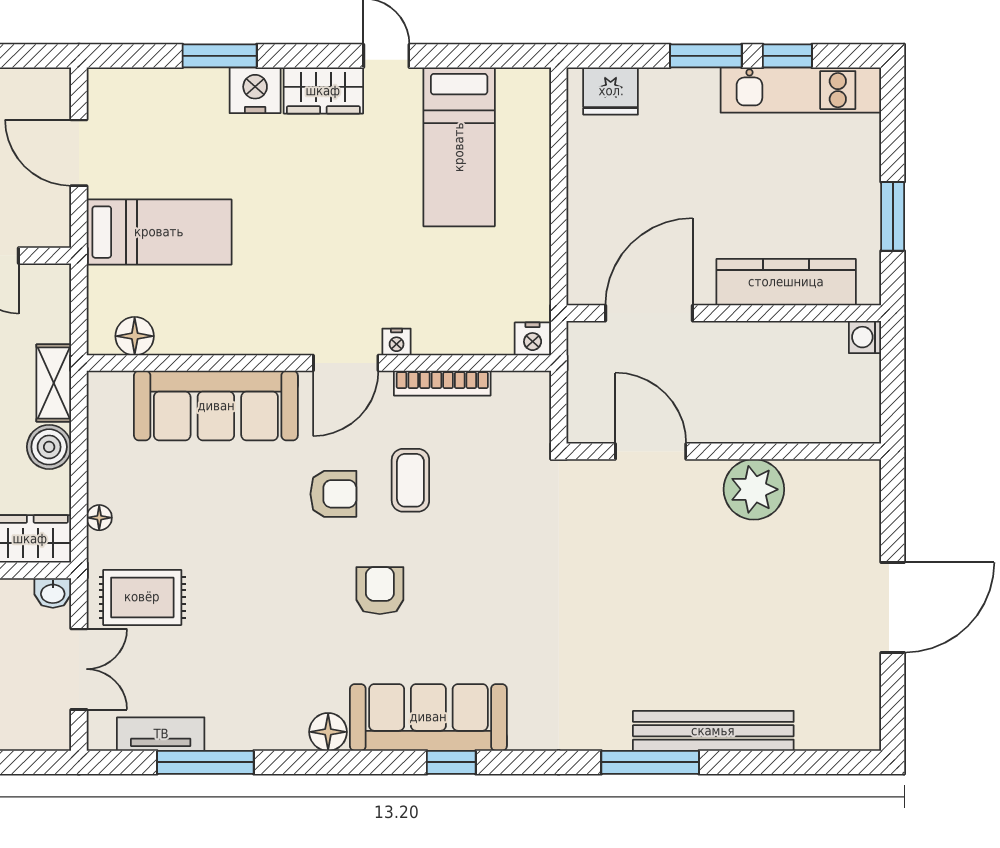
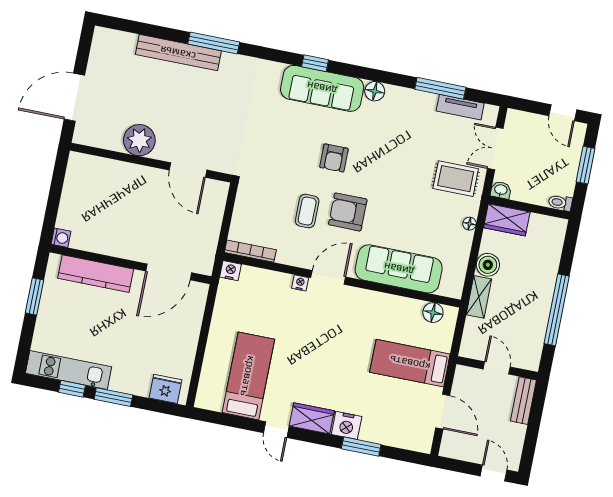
bookcase: (442, 383) -> (250, 251), moved
door: (651, 451) -> (188, 170), moved
wall: (724, 451) -> (151, 163), moved
plant: (754, 489) -> (139, 140), moved
armchair: (333, 494) -> (348, 212), width x1.38, depth x1.38

